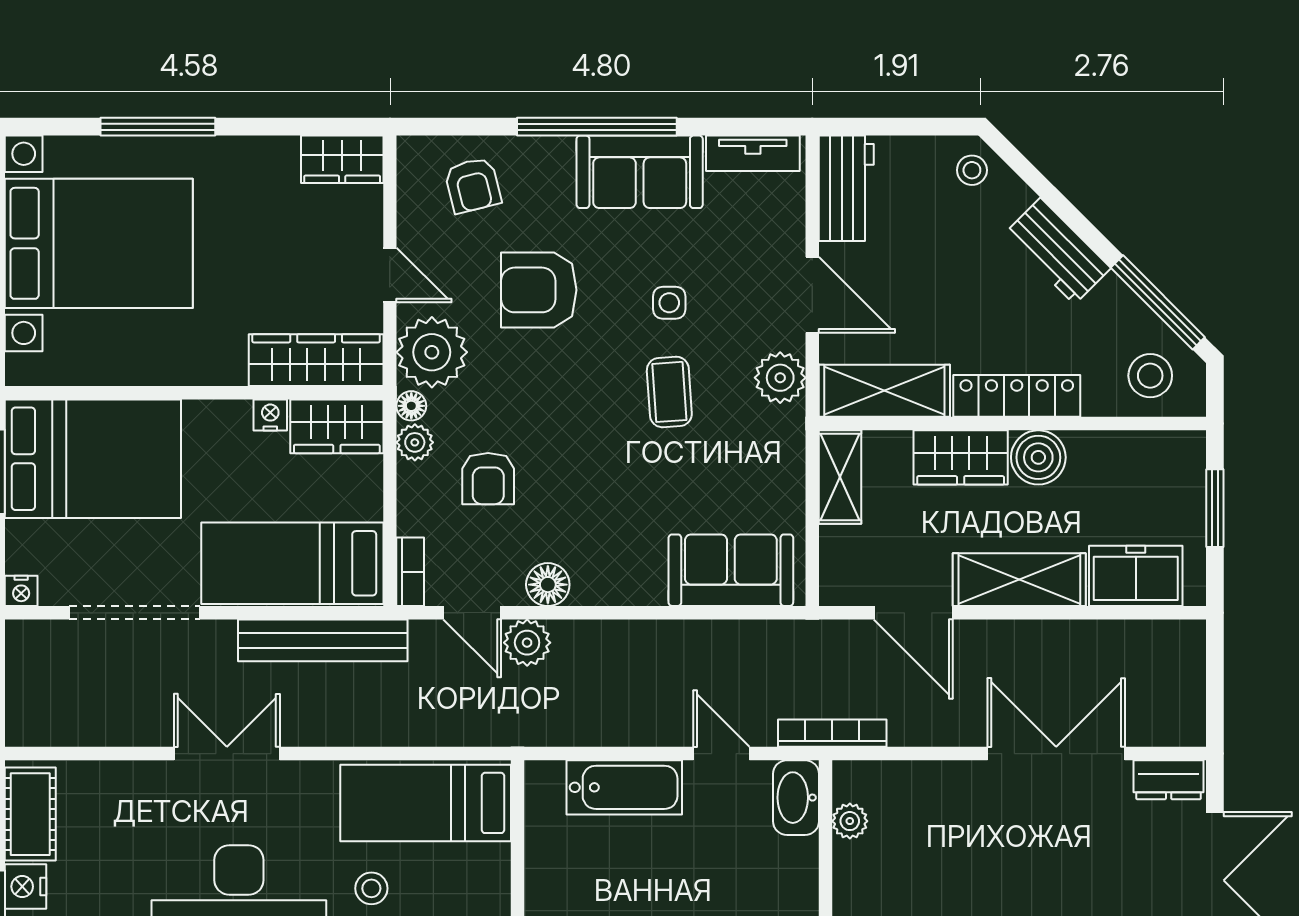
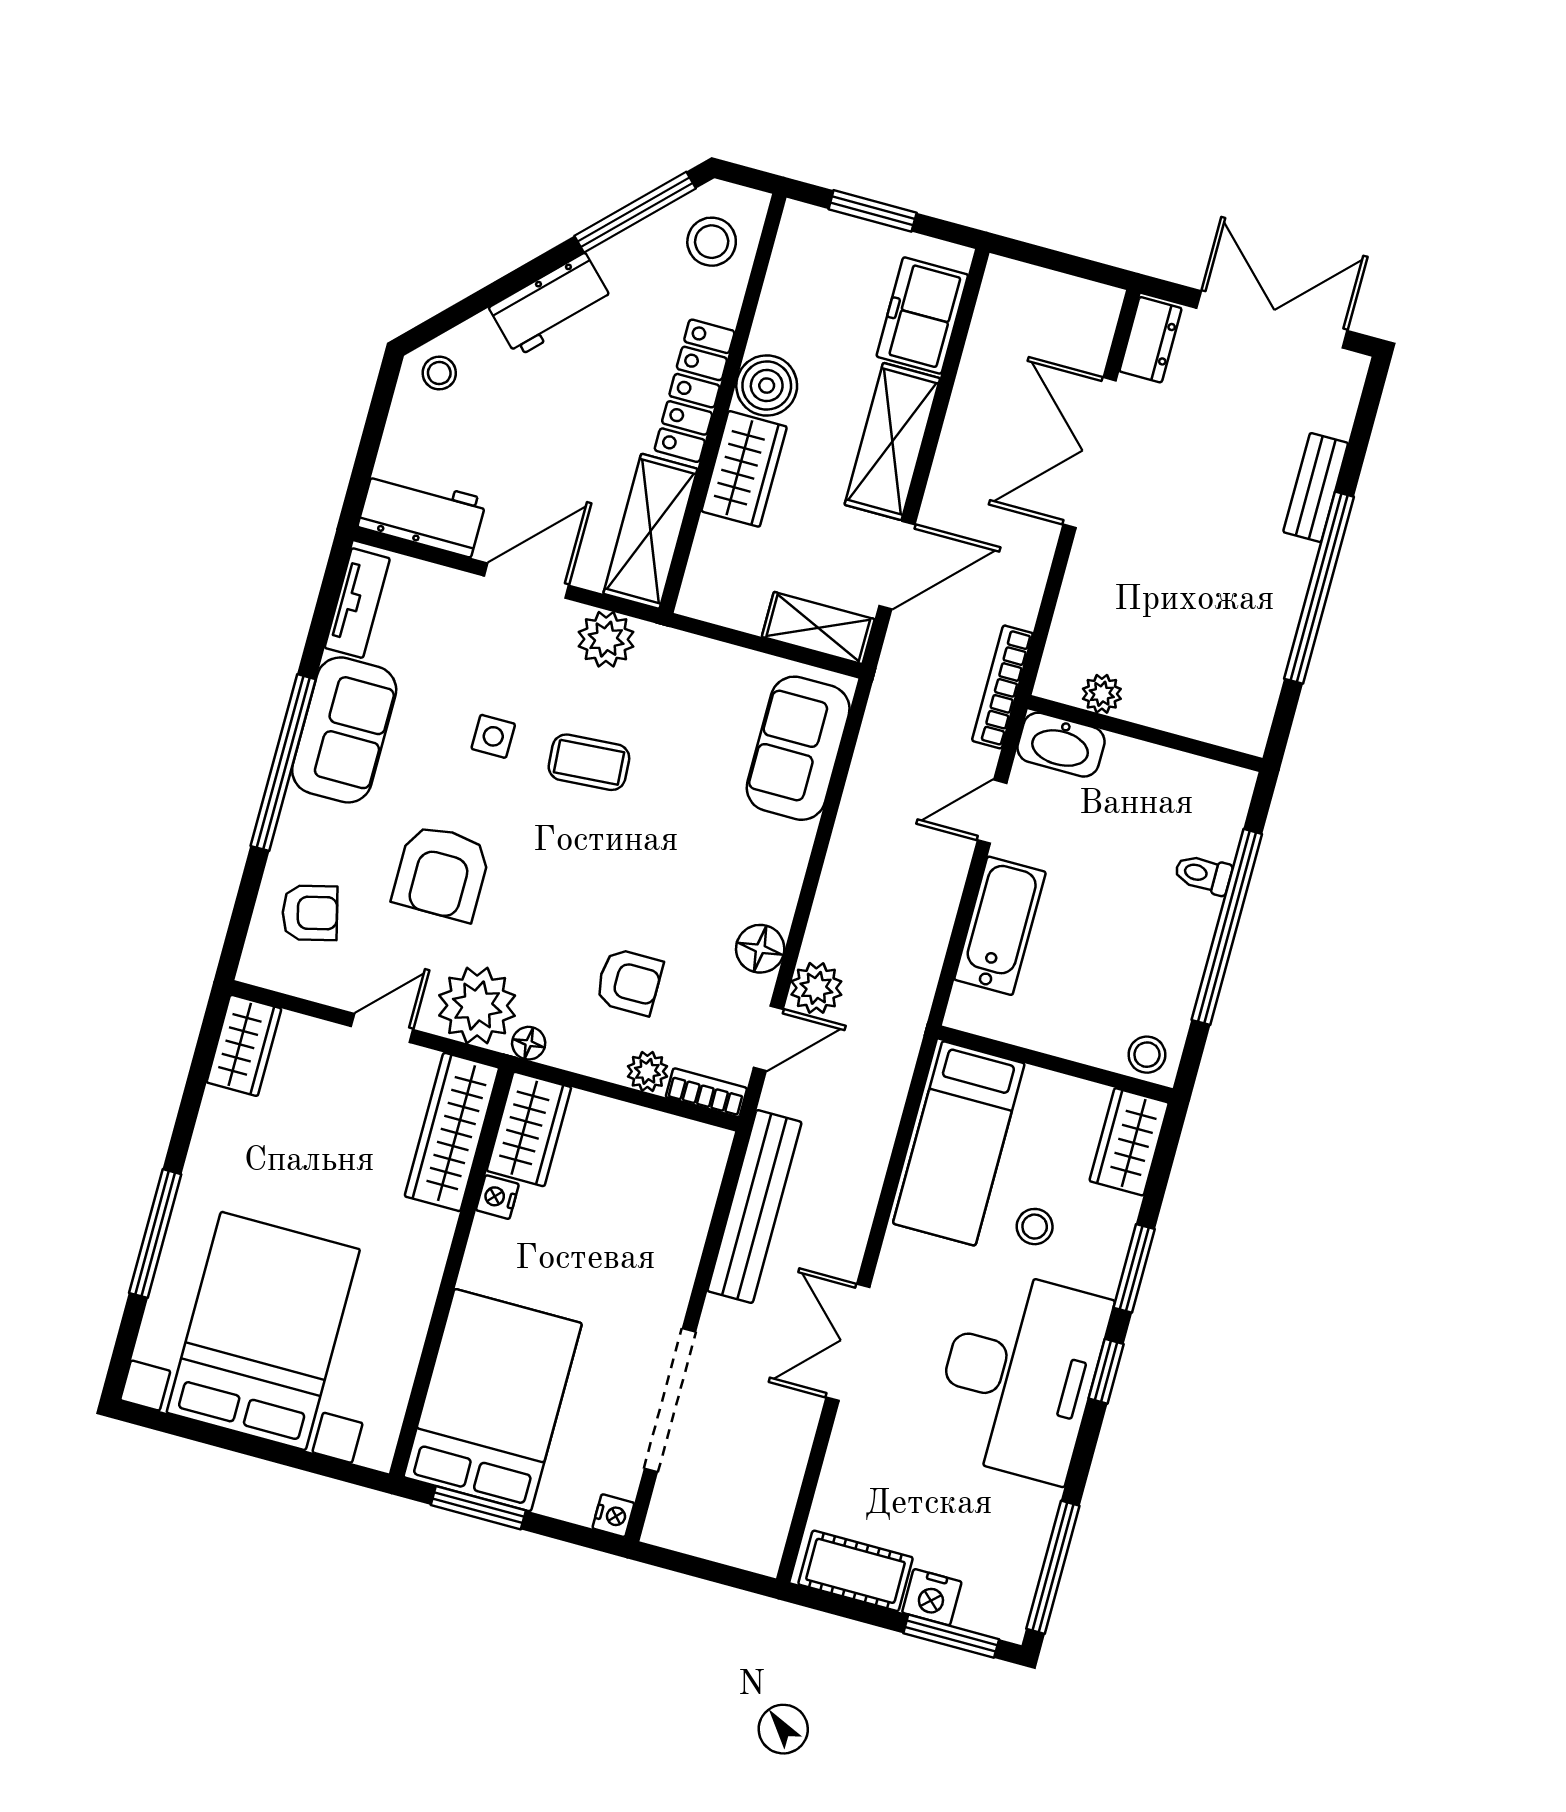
plant: (415, 442) -> (647, 1071), moved
shelving: (840, 477) -> (818, 628), moved
bed: (292, 563) -> (663, 1217), removed

